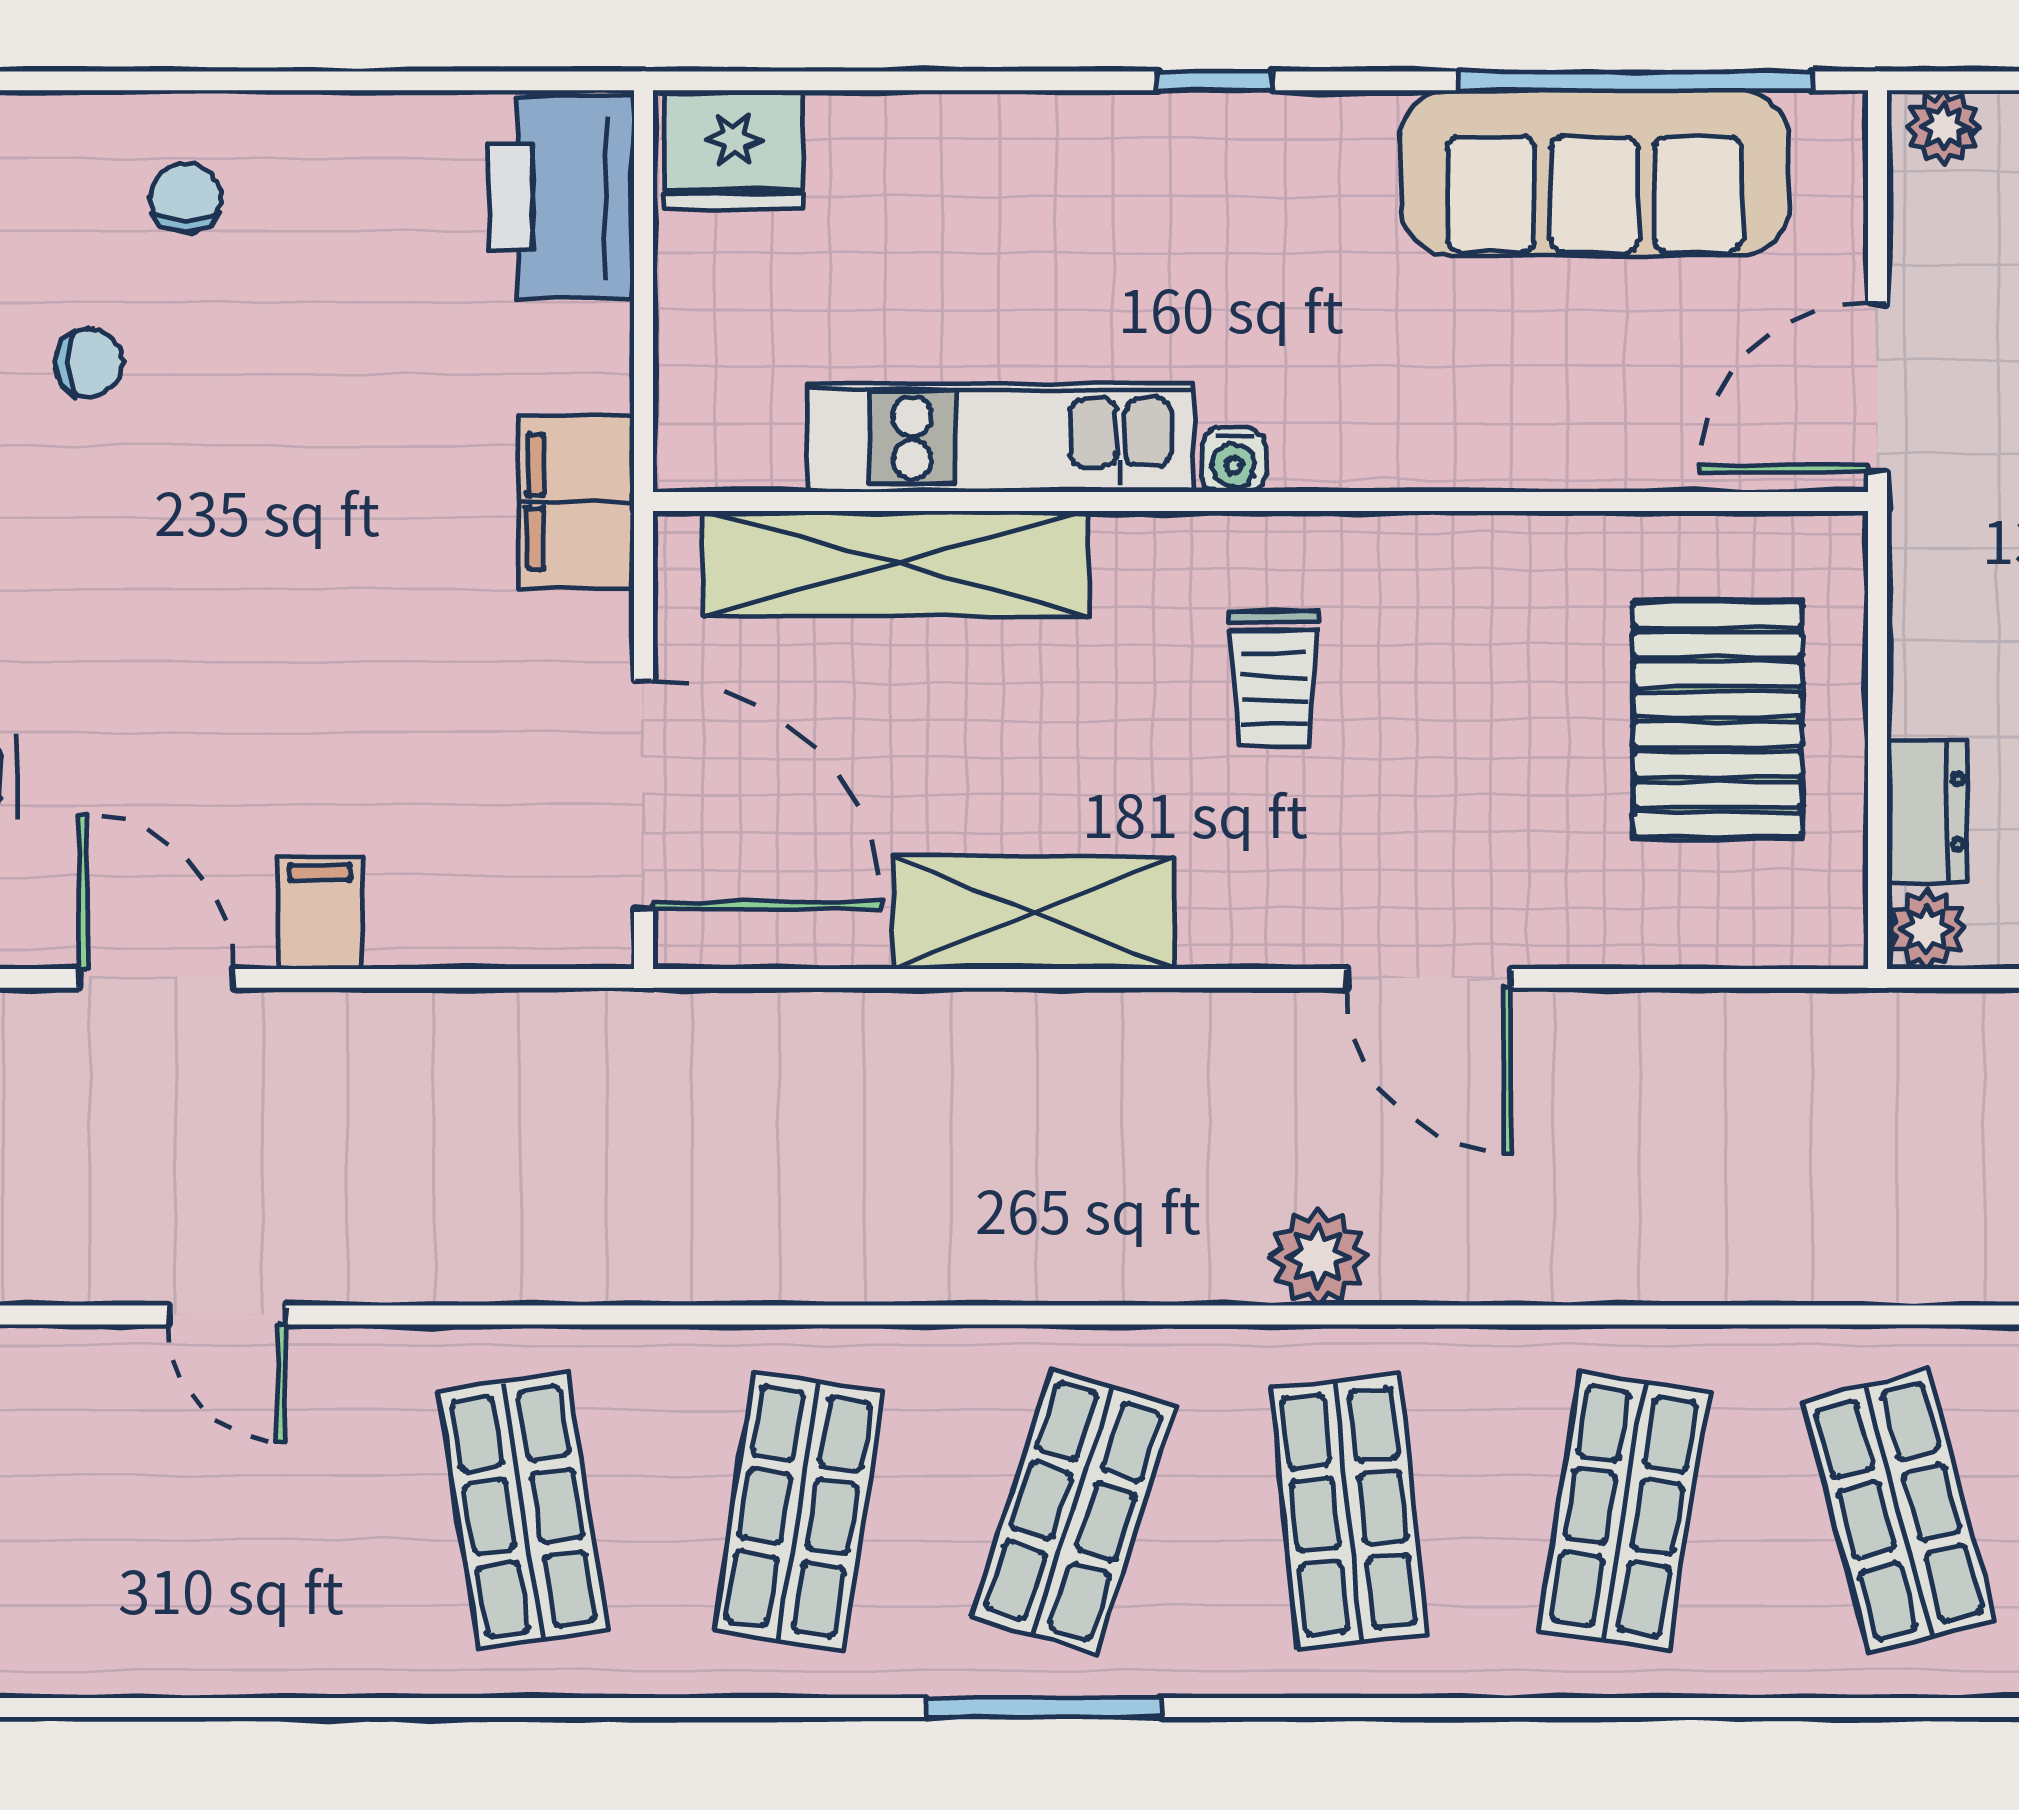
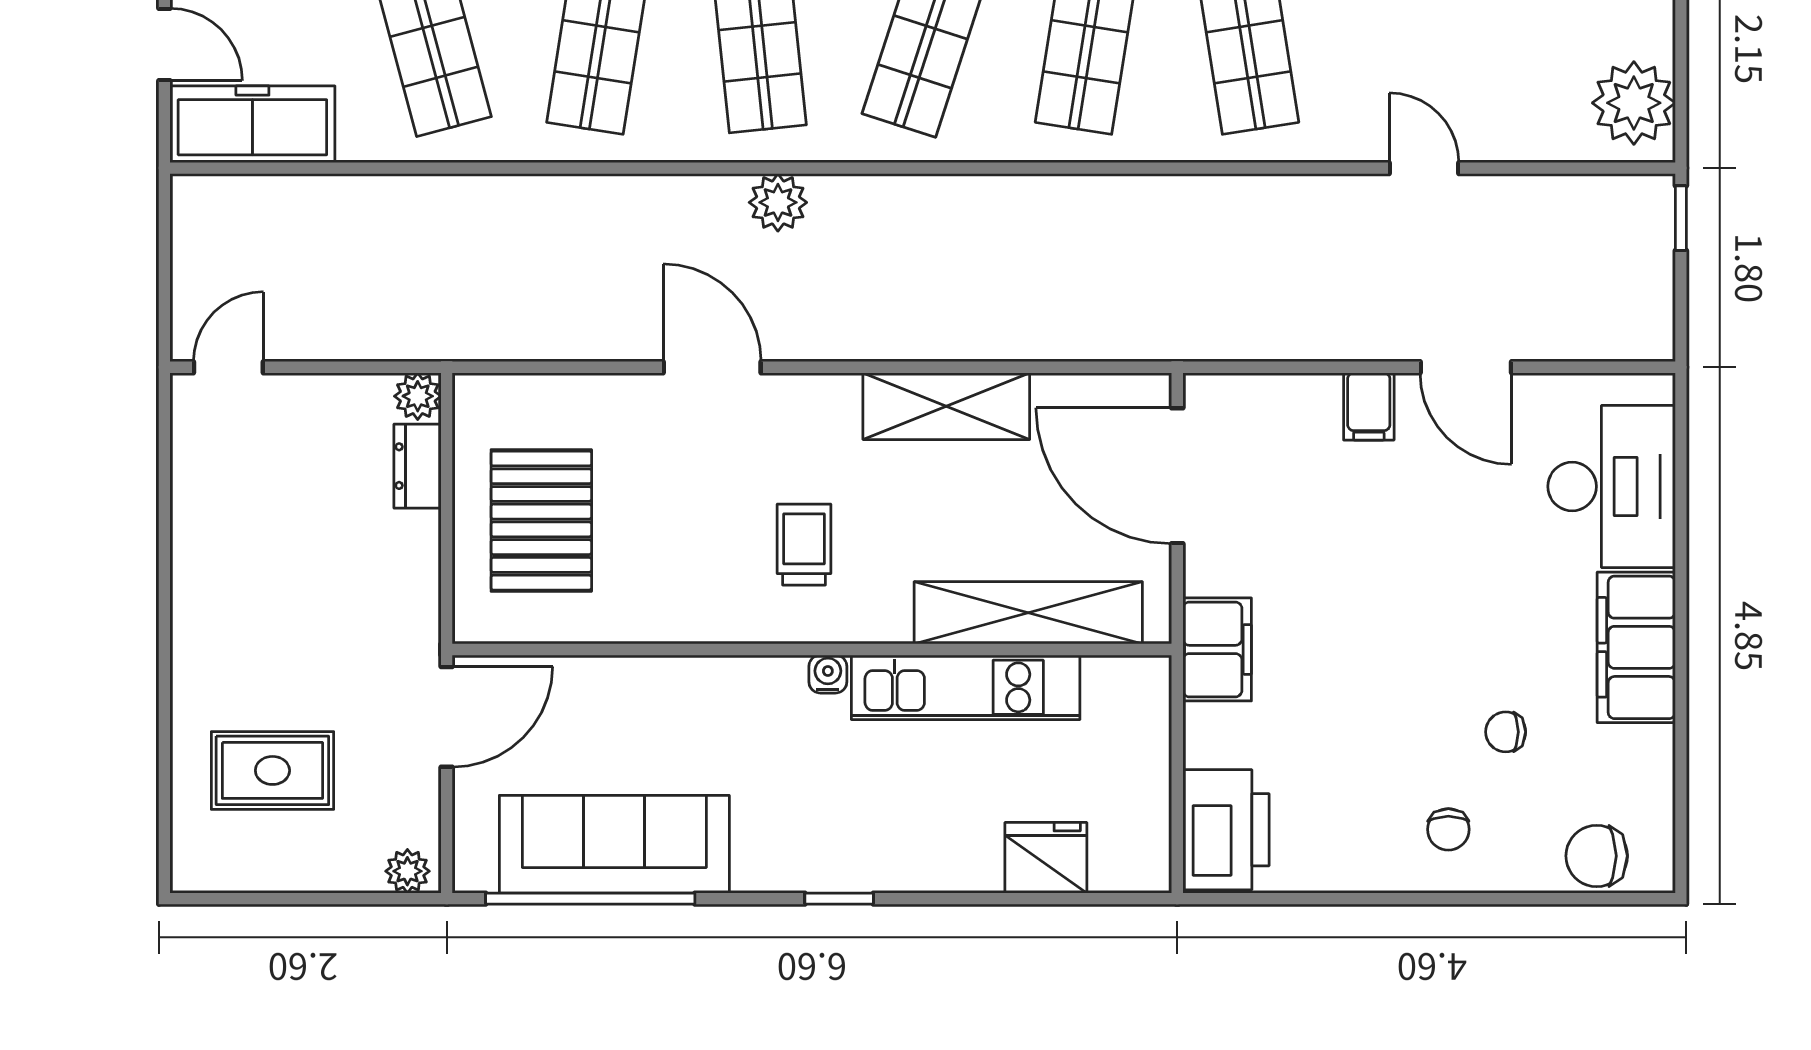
fridge: (734, 150) -> (1046, 858), moved

